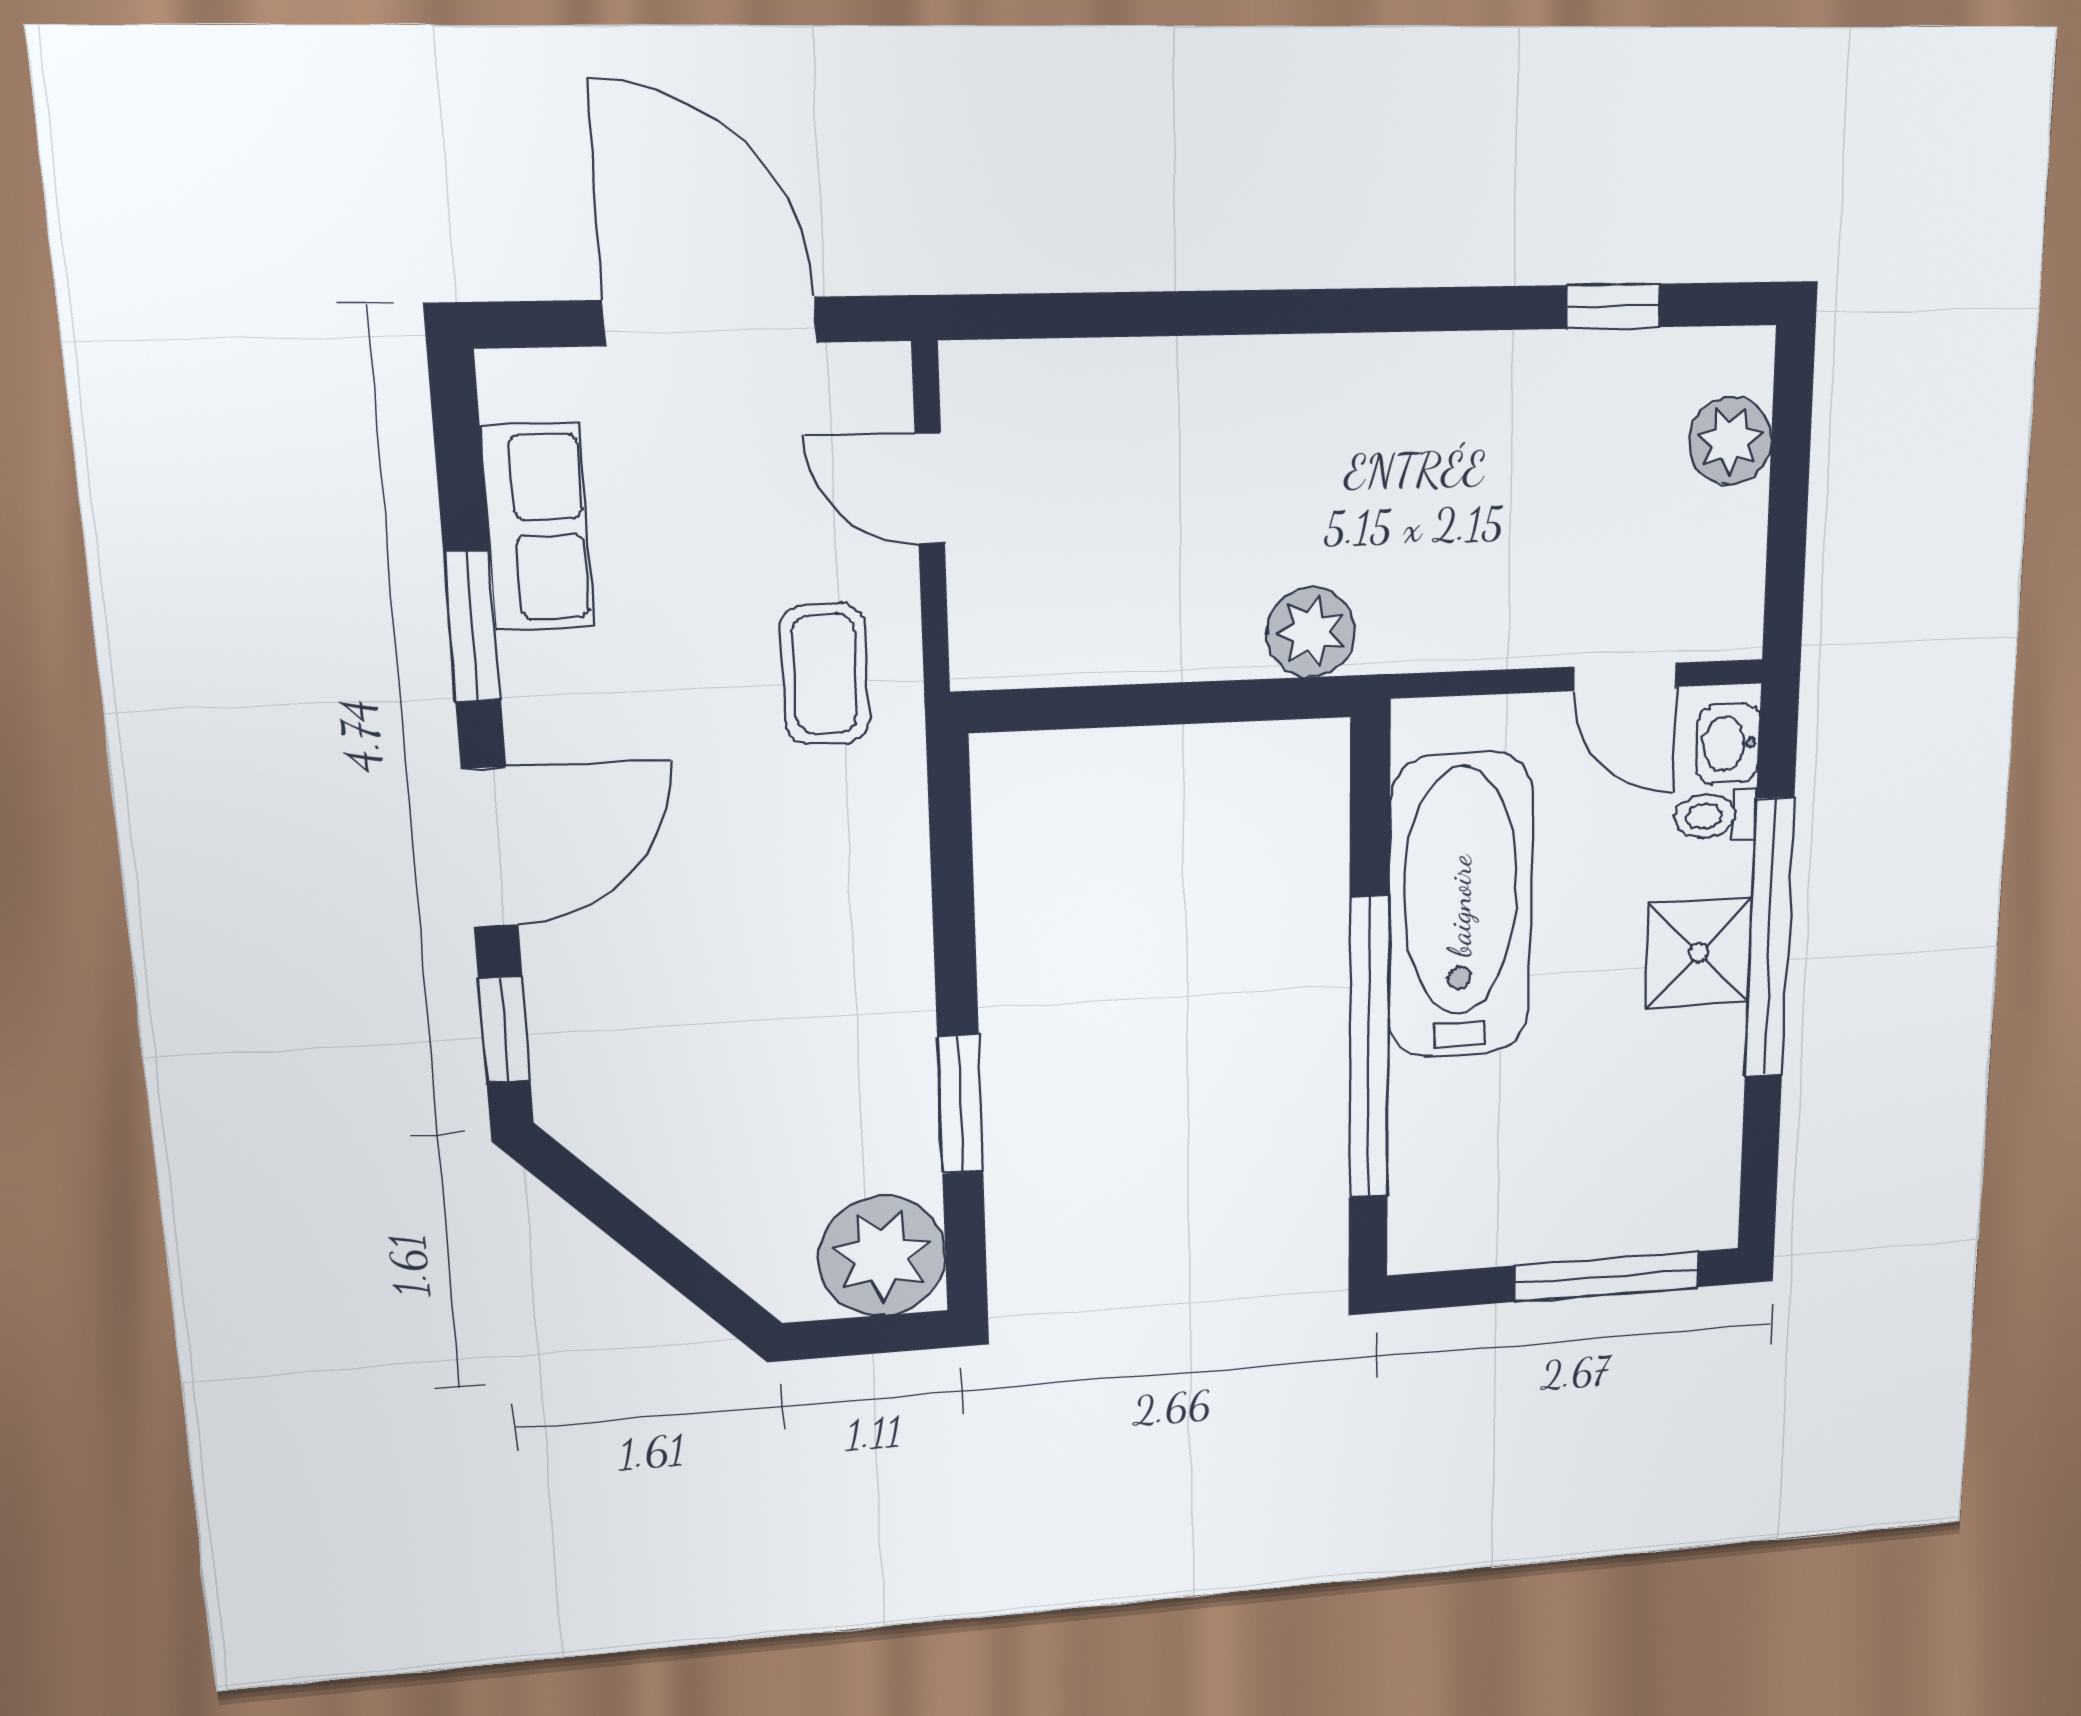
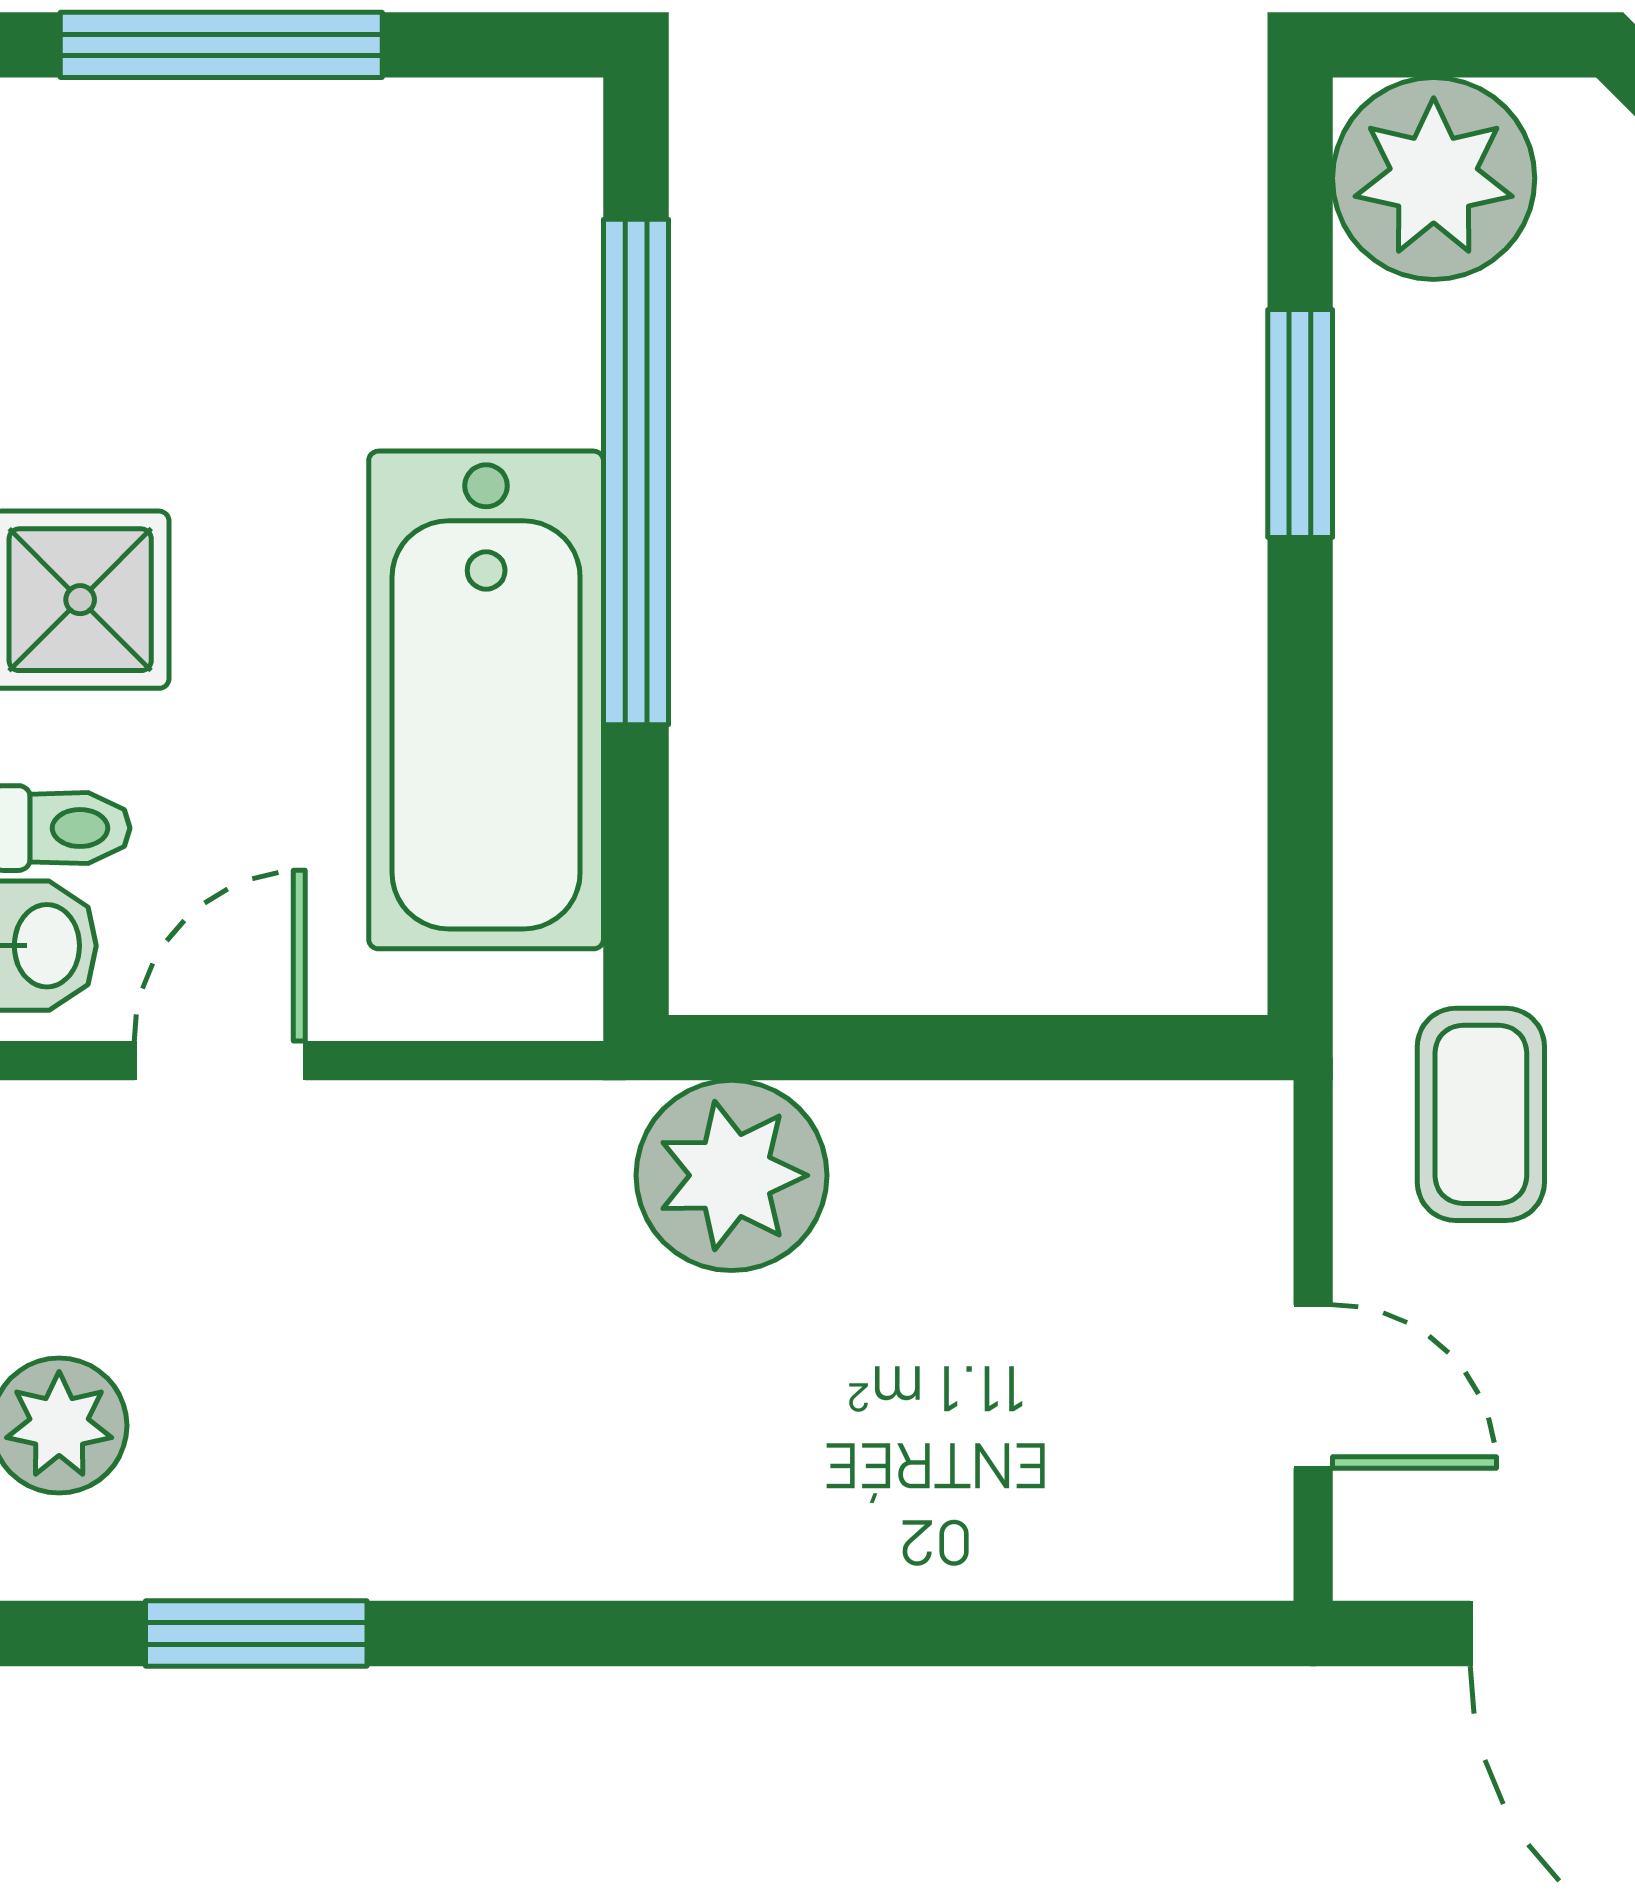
window: (1613, 306) -> (256, 1634), width x1.50
plant: (1311, 632) -> (732, 1175), width x1.36, depth x1.36
door: (1625, 677) -> (220, 1061), hinge flipped

